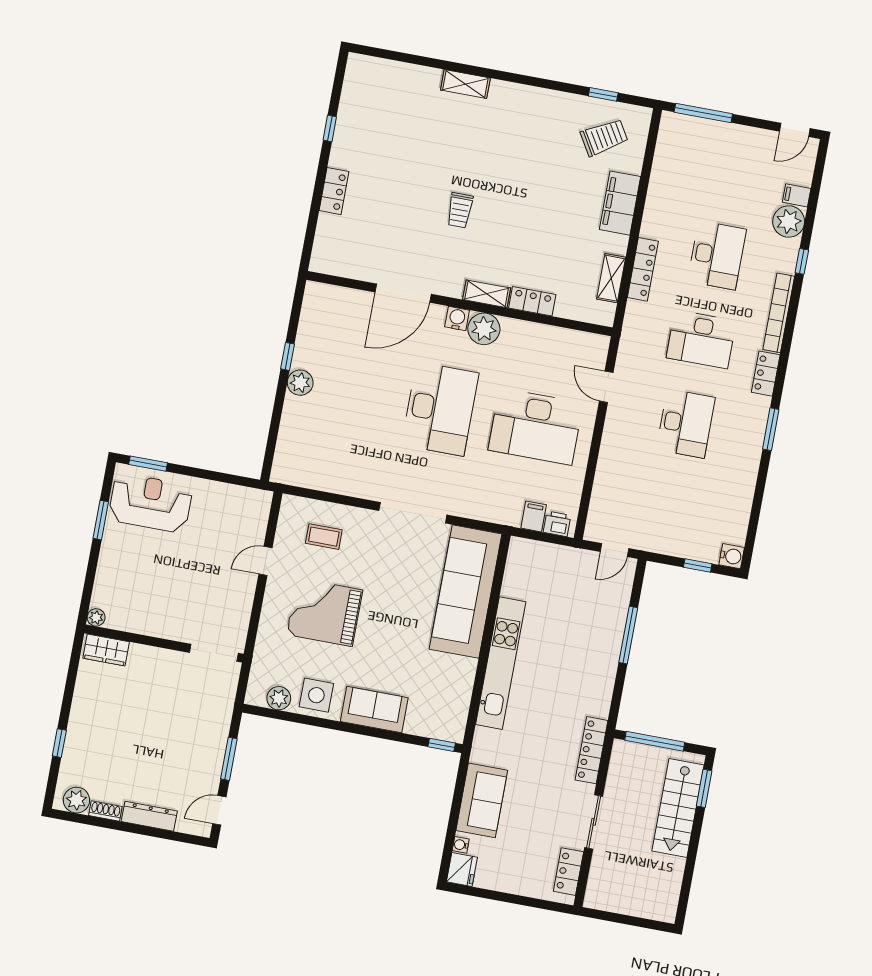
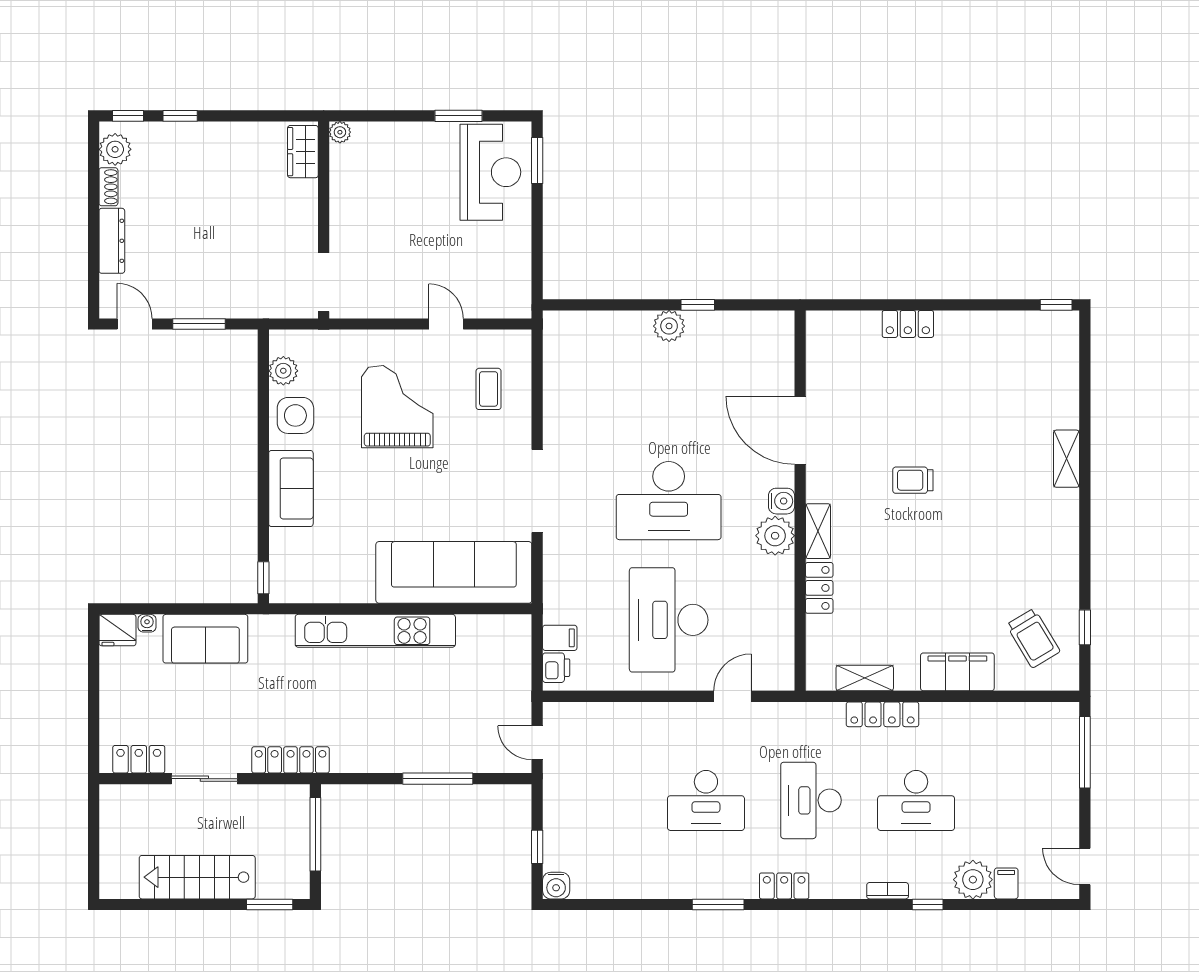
window: (330, 128) -> (1056, 305), moved
bookcase: (779, 313) -> (888, 891), width x0.43, depth x0.76
window: (52, 785) -> (128, 116), added
stairs: (678, 808) -> (197, 877), moved

